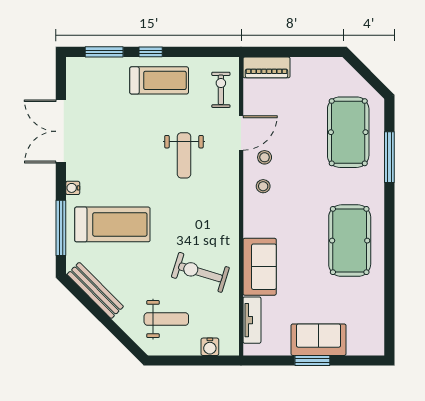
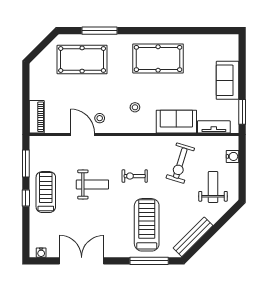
window: (104, 52) -> (26, 163), moved
exercise bike: (221, 90) -> (135, 176), moved
double door: (61, 131) -> (82, 261), swing flipped
weight bench: (184, 155) -> (92, 184), moved
stool: (263, 186) -> (135, 107), moved
water cooler: (73, 188) -> (41, 253), moved
window: (312, 361) -> (242, 112), moved

